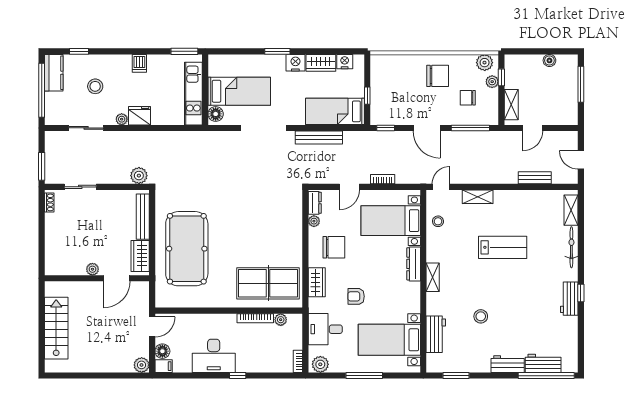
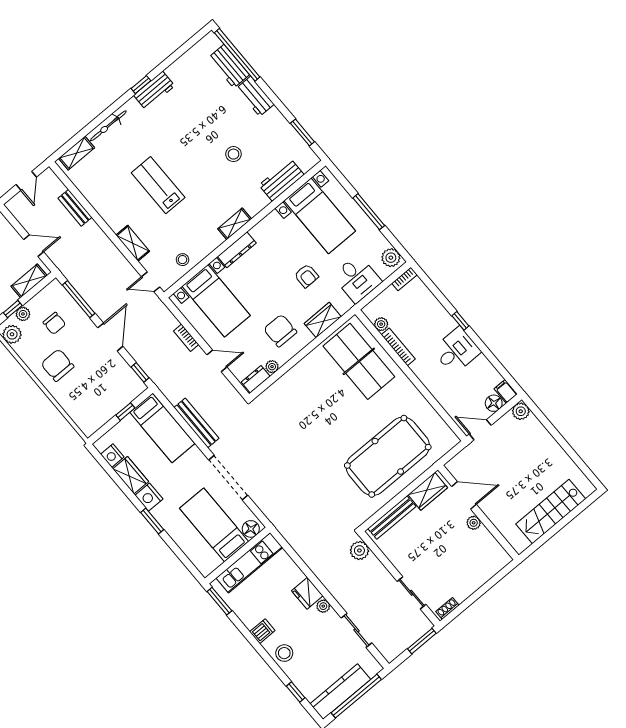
kitchen counter: (54, 73) -> (340, 692), width x1.50
stool: (95, 86) -> (284, 653), moved
desk: (214, 356) -> (456, 351), width x0.73

